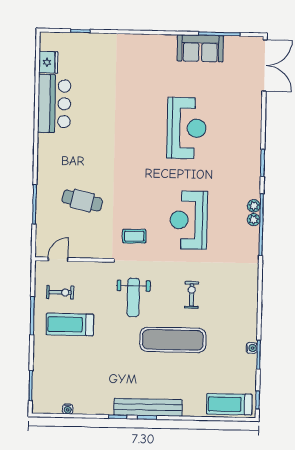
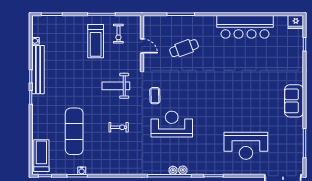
sofa: (200, 48) -> (294, 101), moved
fridge: (48, 62) -> (296, 22), moved
bar counter: (54, 104) -> (245, 27), width x1.36
reception desk: (187, 128) -> (246, 146), moved
cafe table: (82, 201) -> (184, 48), turned 57
coffee table: (134, 236) -> (155, 96), moved
door: (58, 259) -> (142, 46), moved
treadmill: (70, 324) -> (96, 41), turned 180
exercise mat: (173, 340) -> (74, 131), moved
bench: (148, 407) -> (38, 70), moved

